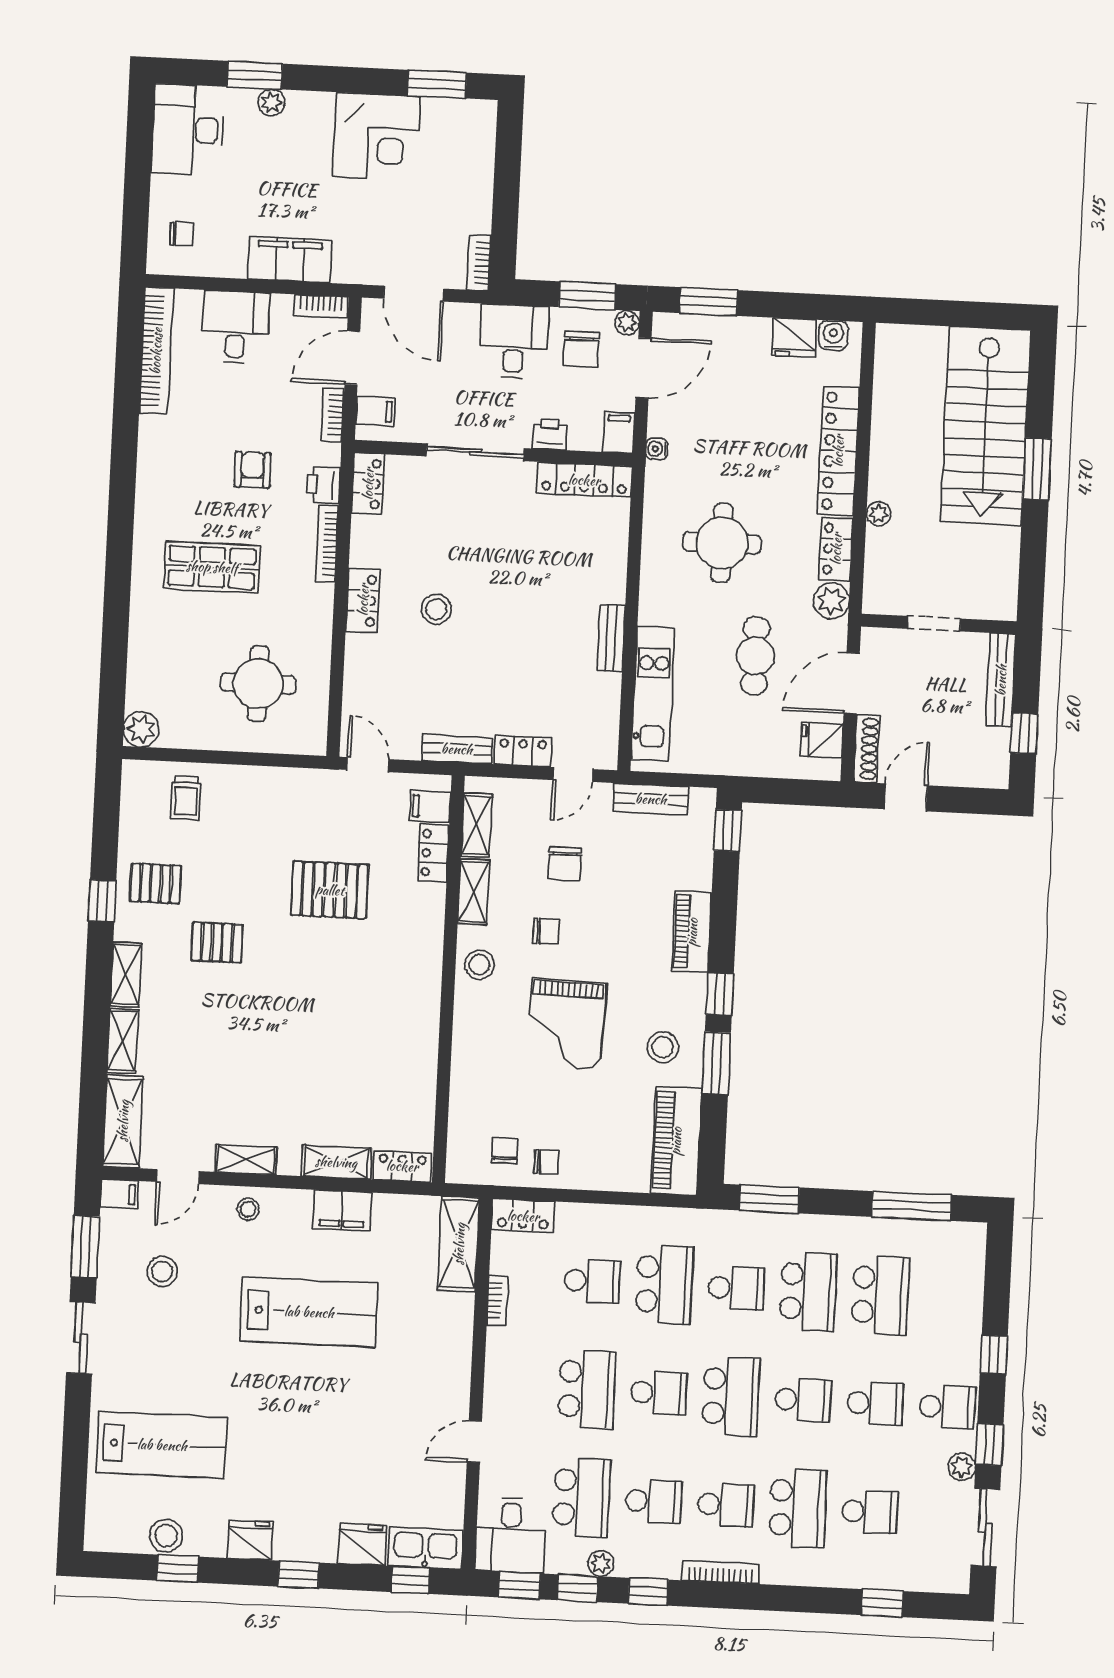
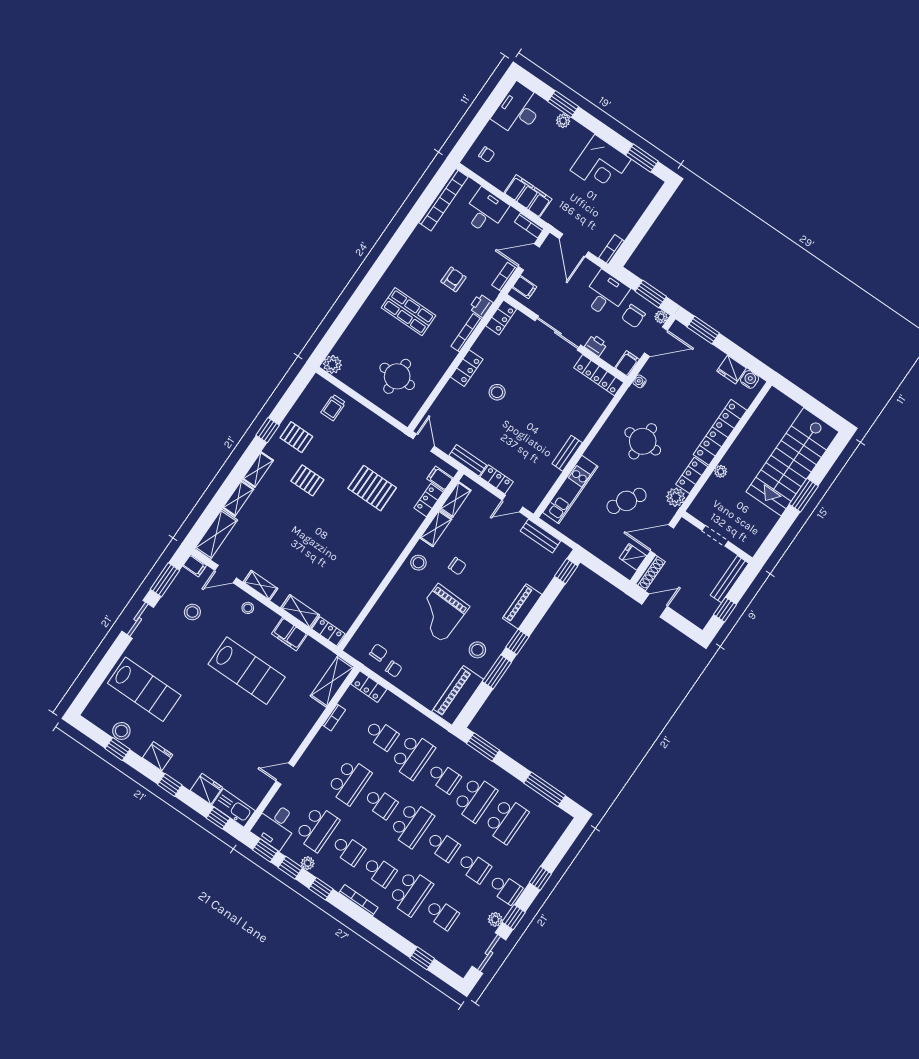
cafe table: (755, 656) -> (627, 501), turned 31
chair: (565, 863) -> (484, 541), removed

